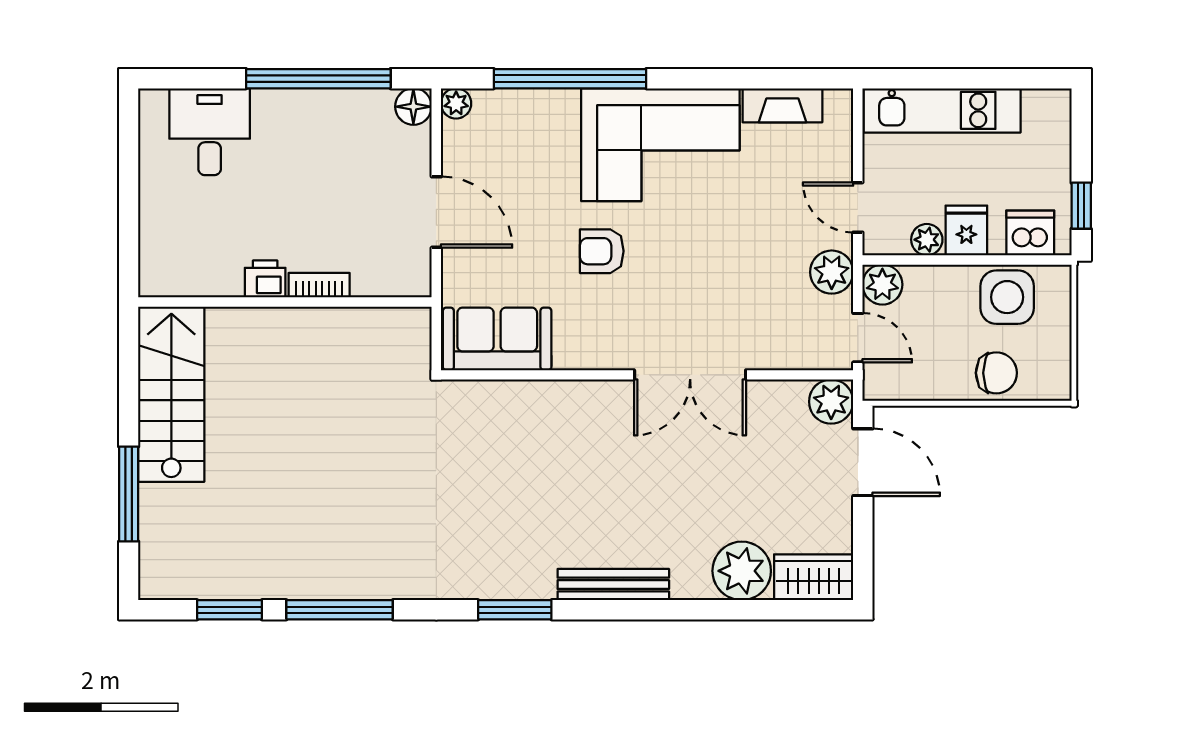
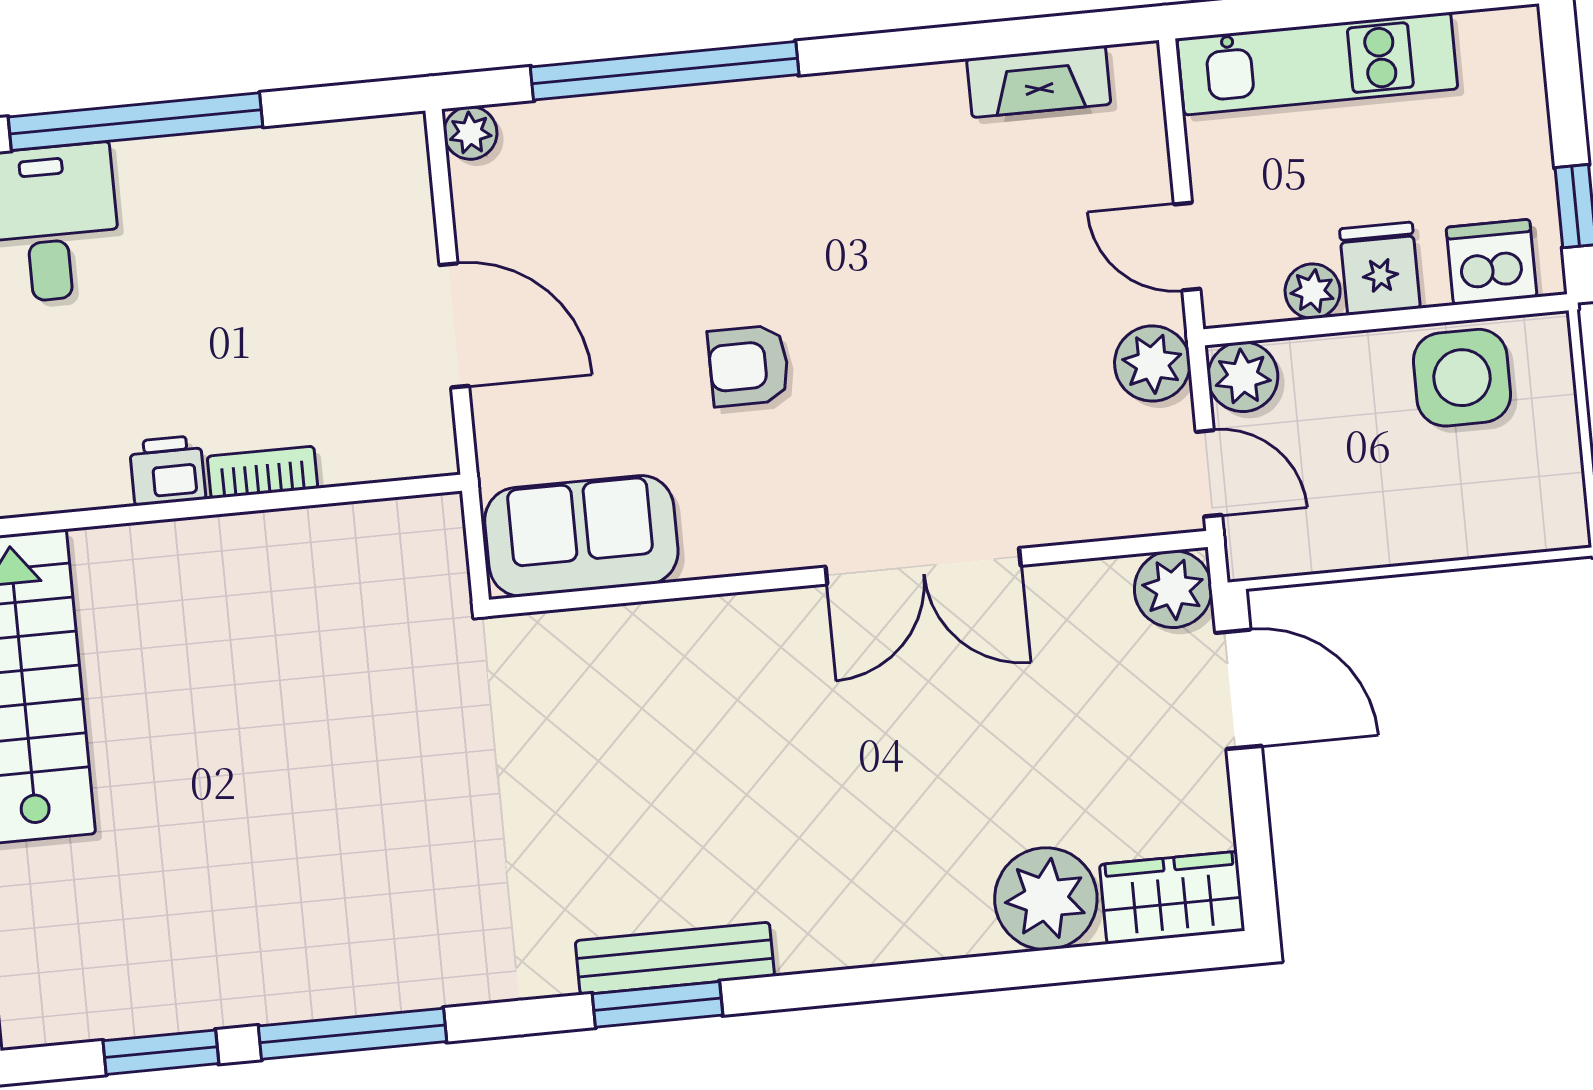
window: (318, 79) -> (136, 122), moved
floor lamp: (413, 107) -> (397, 145), removed
corner sofa: (660, 145) -> (833, 171), removed
chair: (996, 373) -> (1456, 511), removed
bench: (613, 585) -> (675, 958), moved

